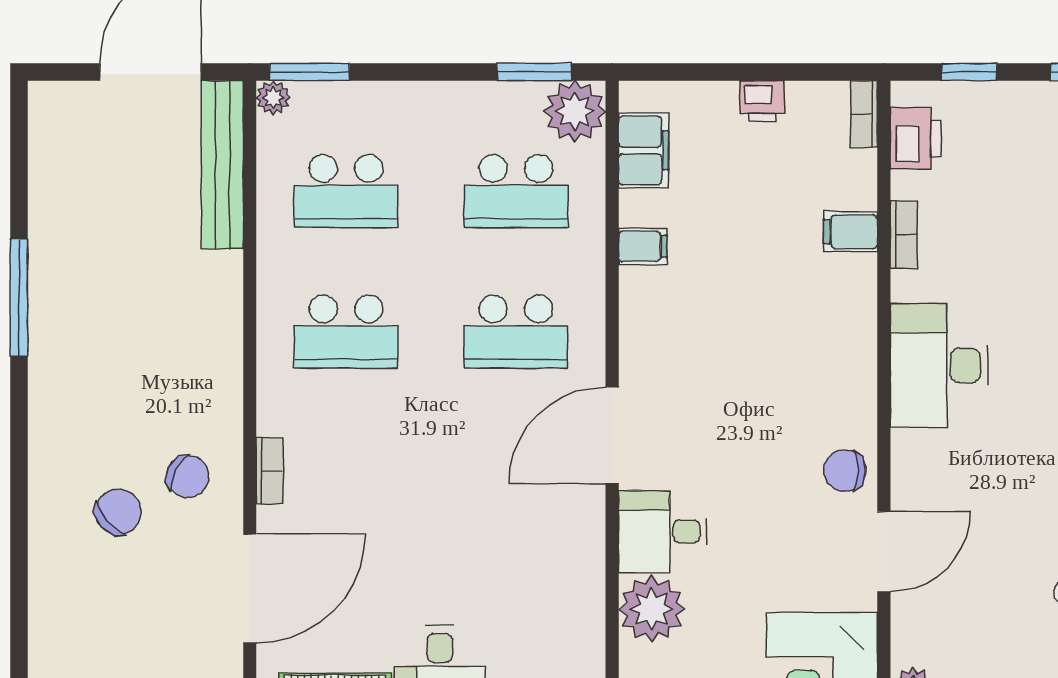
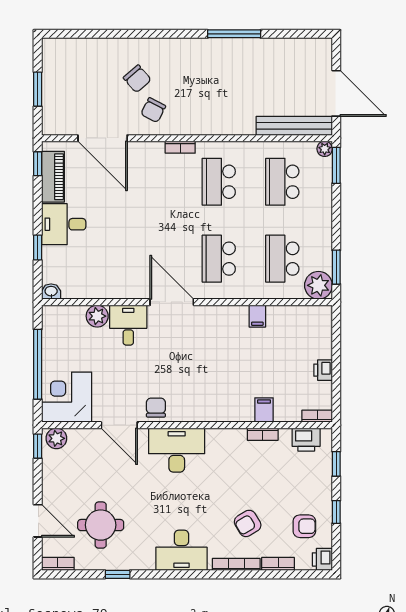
filing cabinet: (644, 150) -> (301, 316), removed
desk: (939, 365) -> (177, 450), moved
bookcase: (269, 471) -> (180, 147), moved
plant: (652, 609) -> (97, 316), width x0.73, depth x0.73

